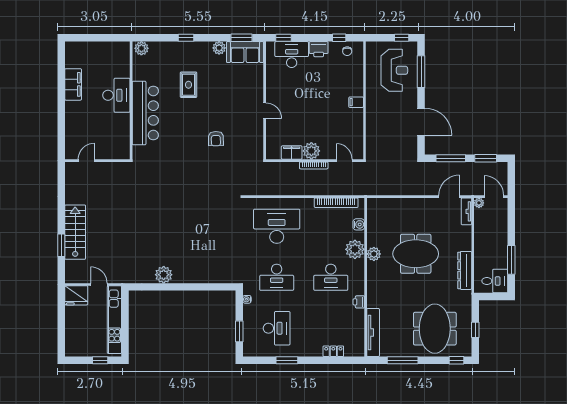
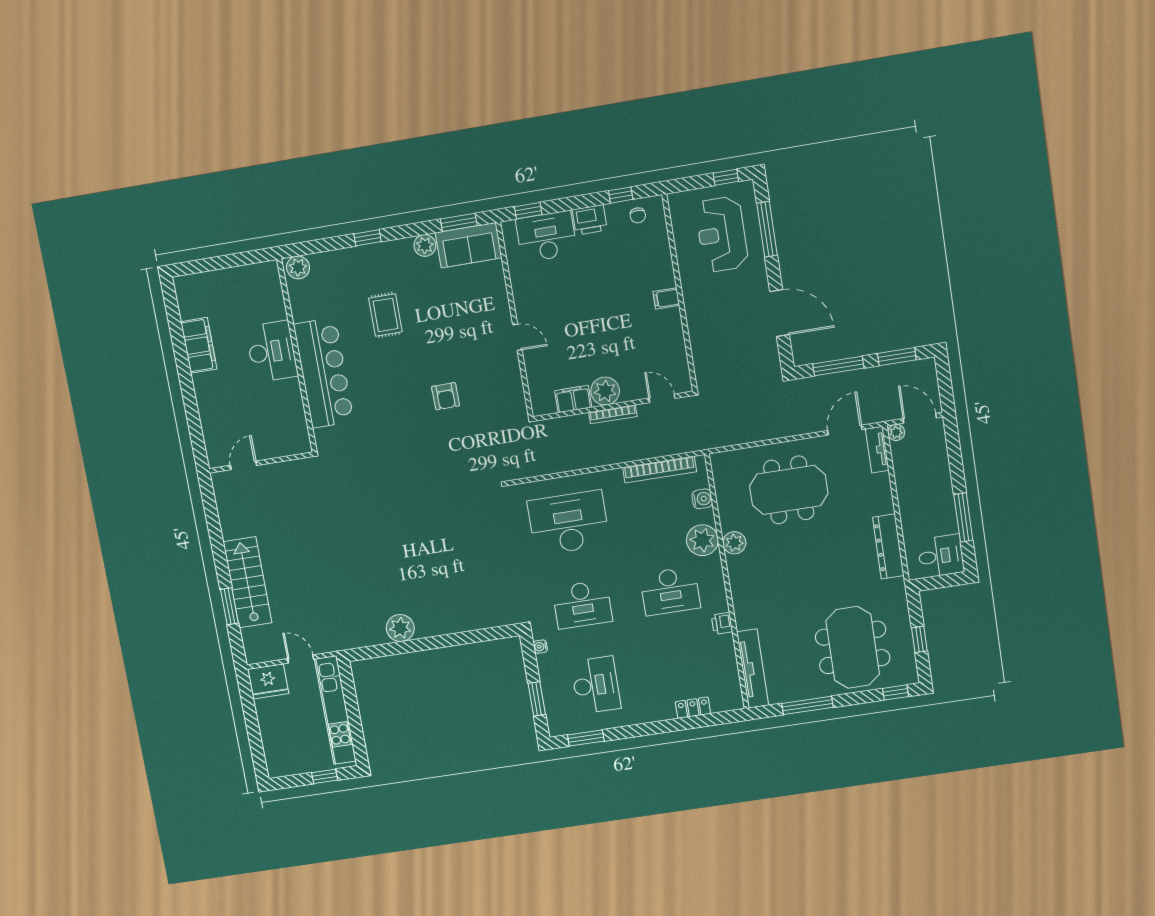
reception desk: (394, 70) -> (722, 234), turned 180
meeting table: (416, 254) -> (789, 490), moved
window: (287, 360) -> (586, 738), moved

